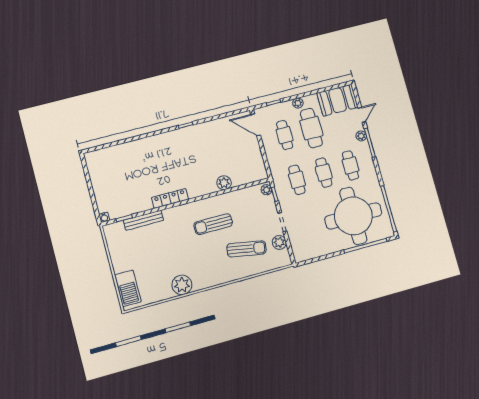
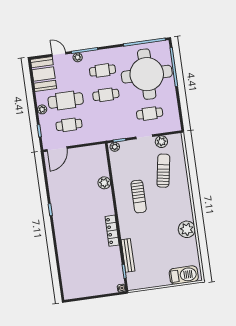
cafe table: (297, 180) -> (150, 114), moved

